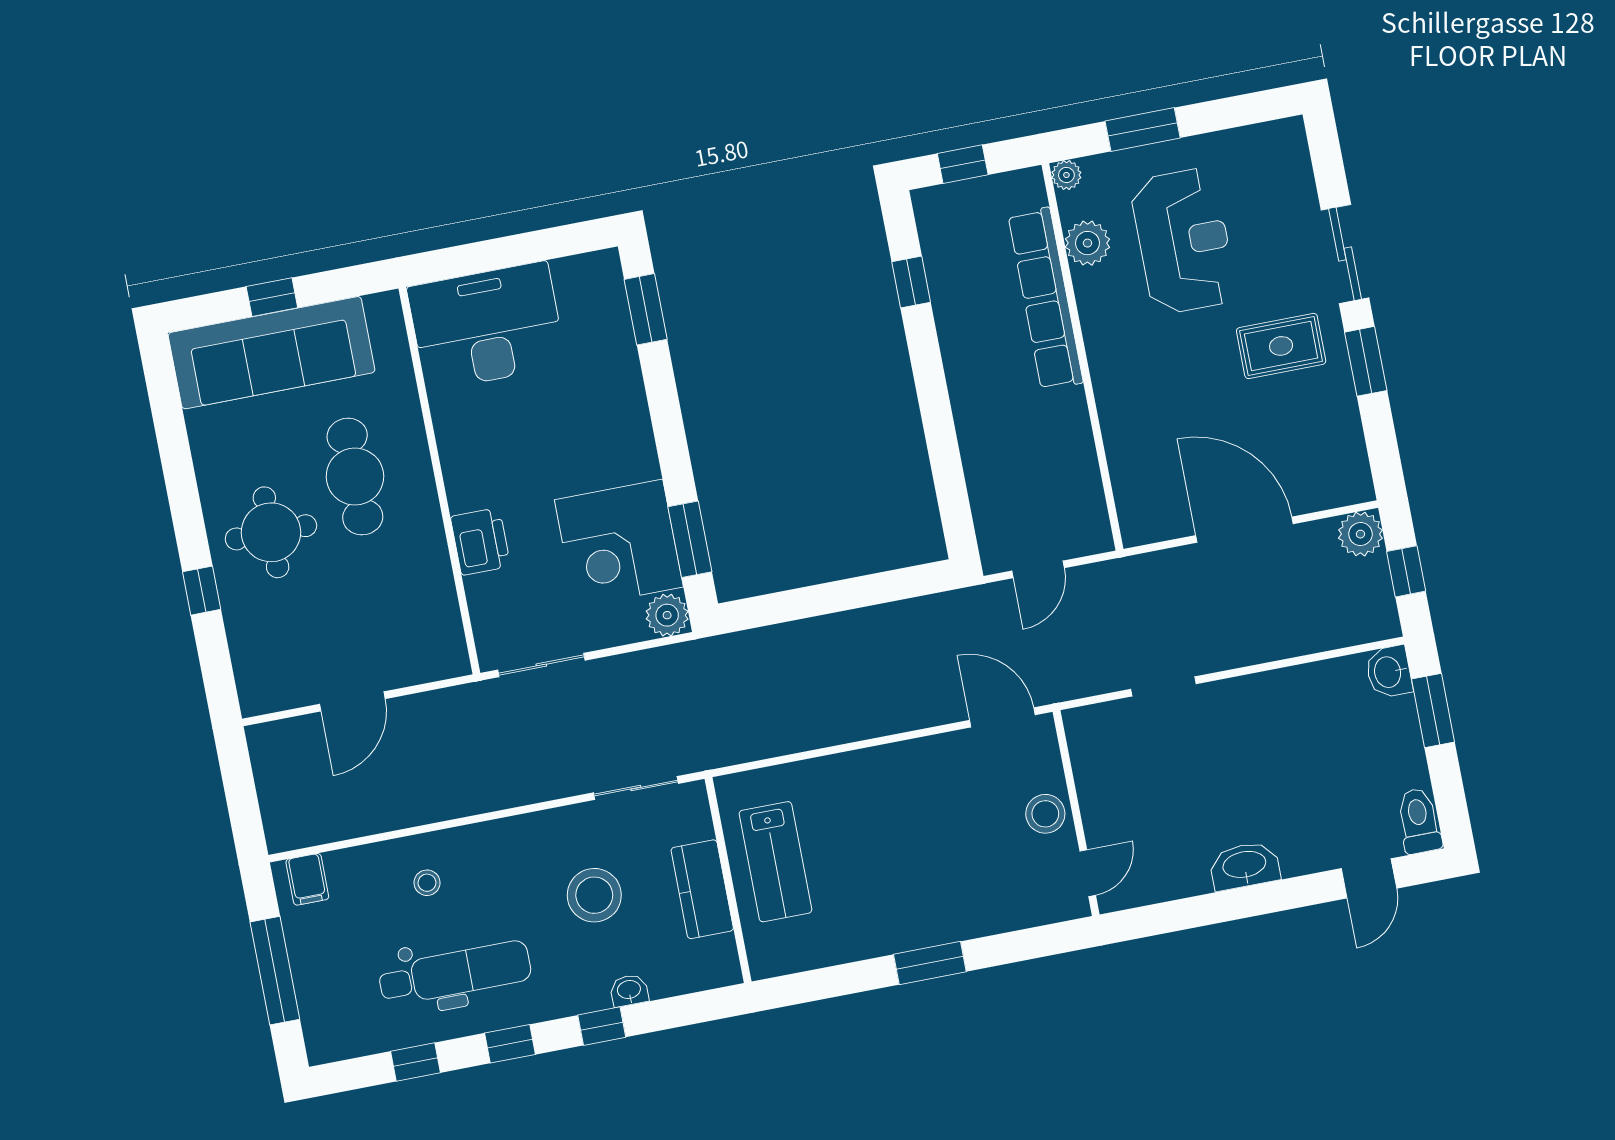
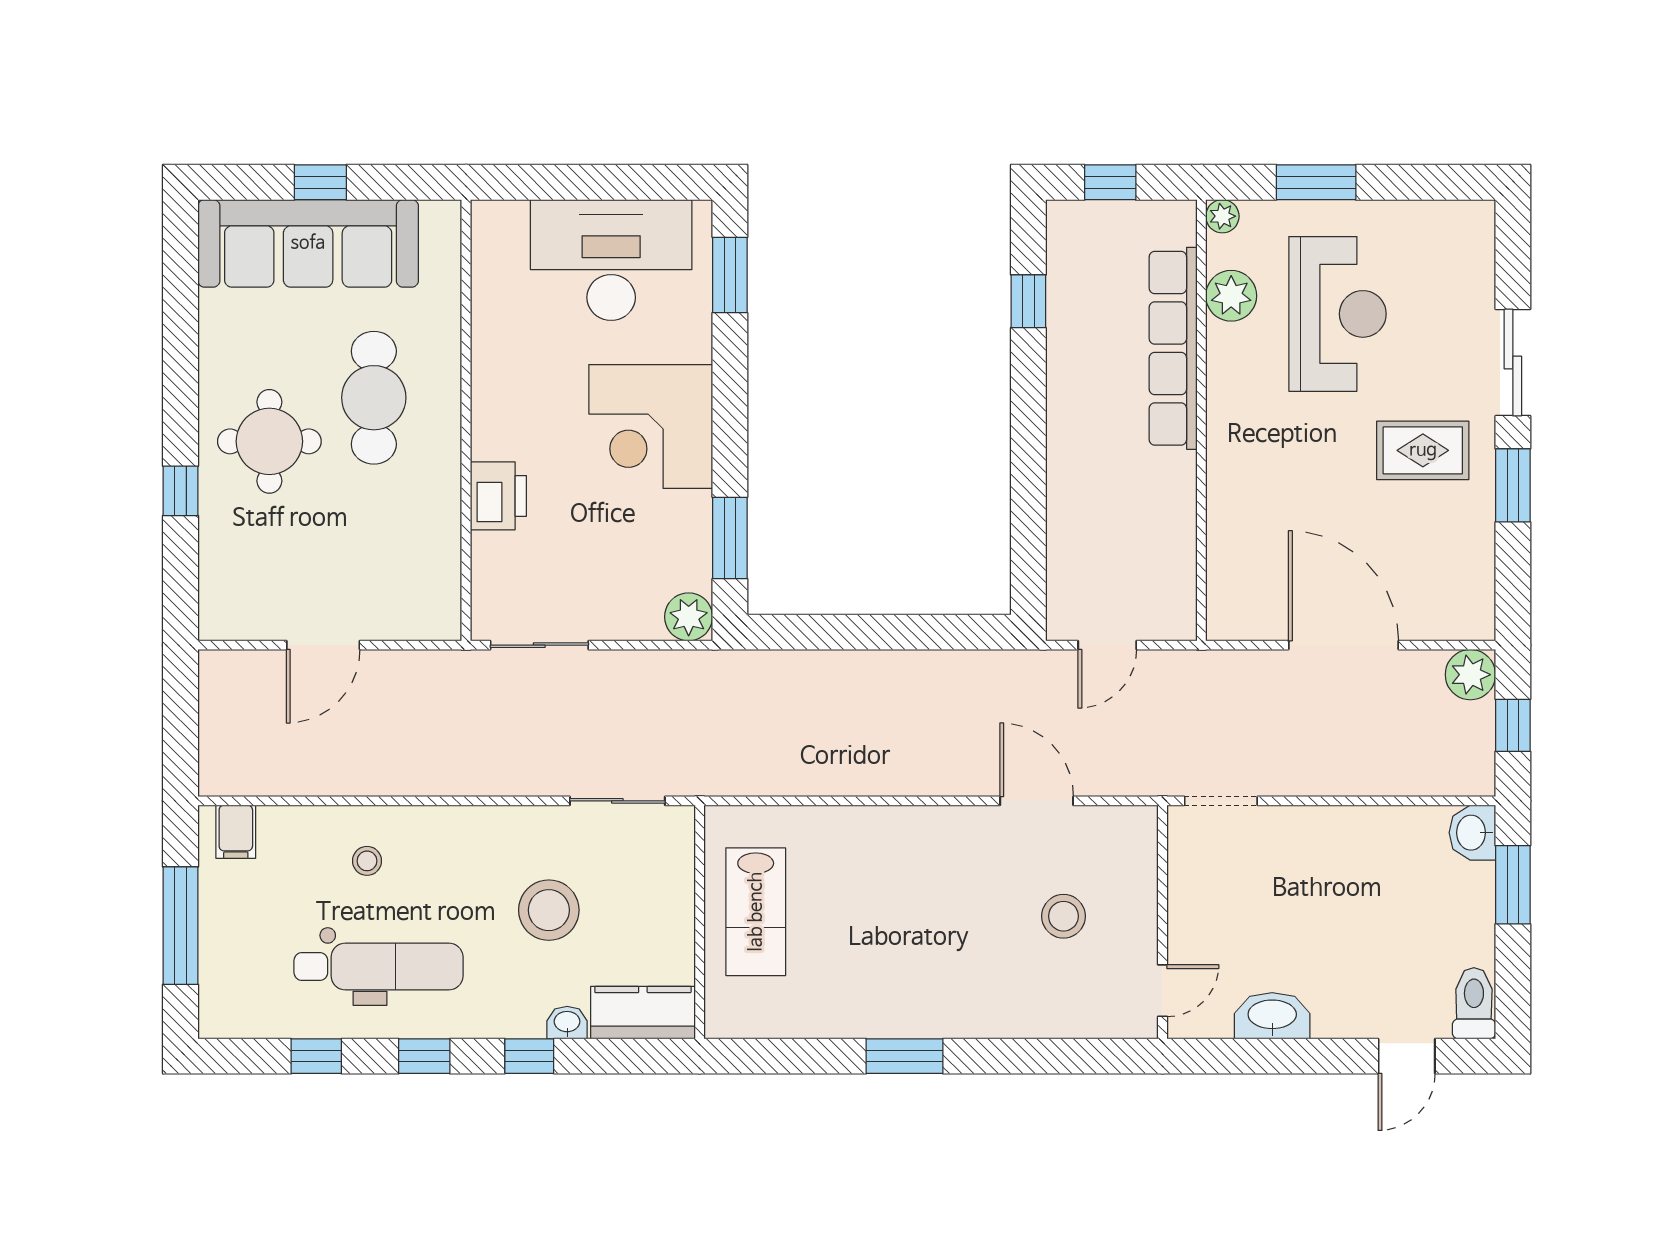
desk: (487, 326) -> (611, 260), moved
corner desk: (619, 543) -> (651, 426), moved
wall: (1076, 813) -> (1162, 922), moved
door: (1088, 873) -> (1162, 991), moved
kitchen counter: (702, 889) -> (643, 1013), moved, turned 90

